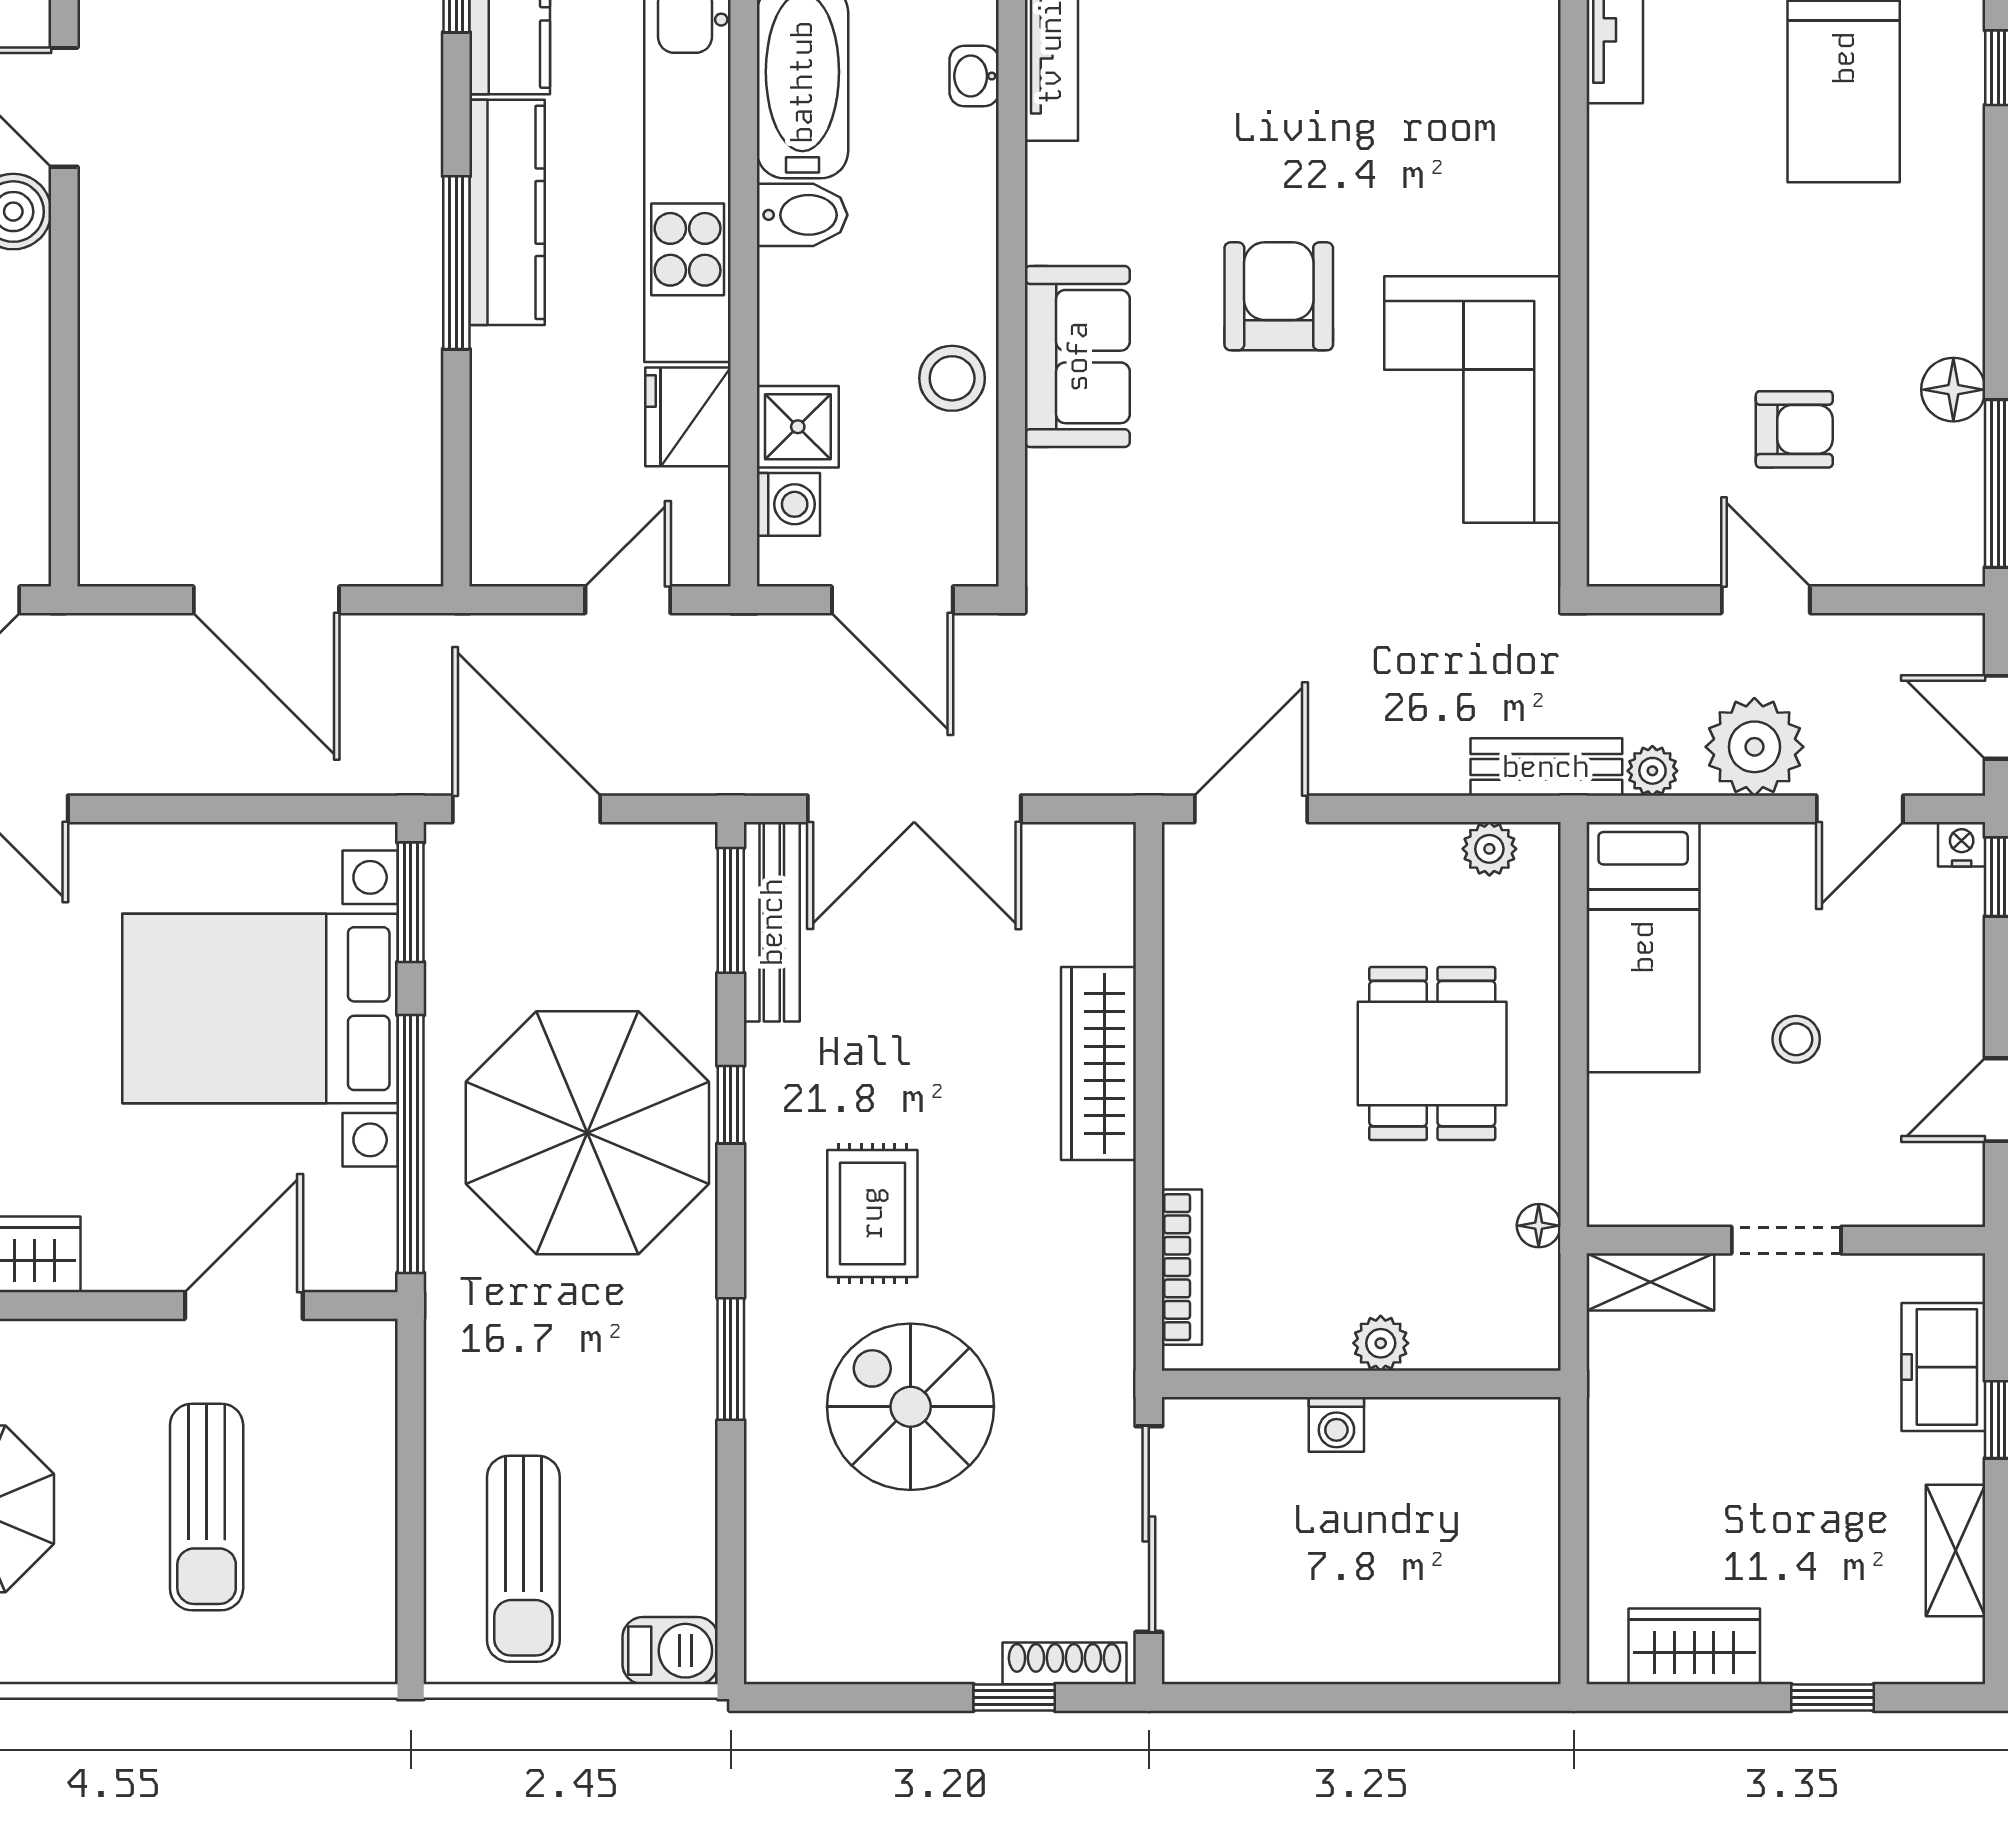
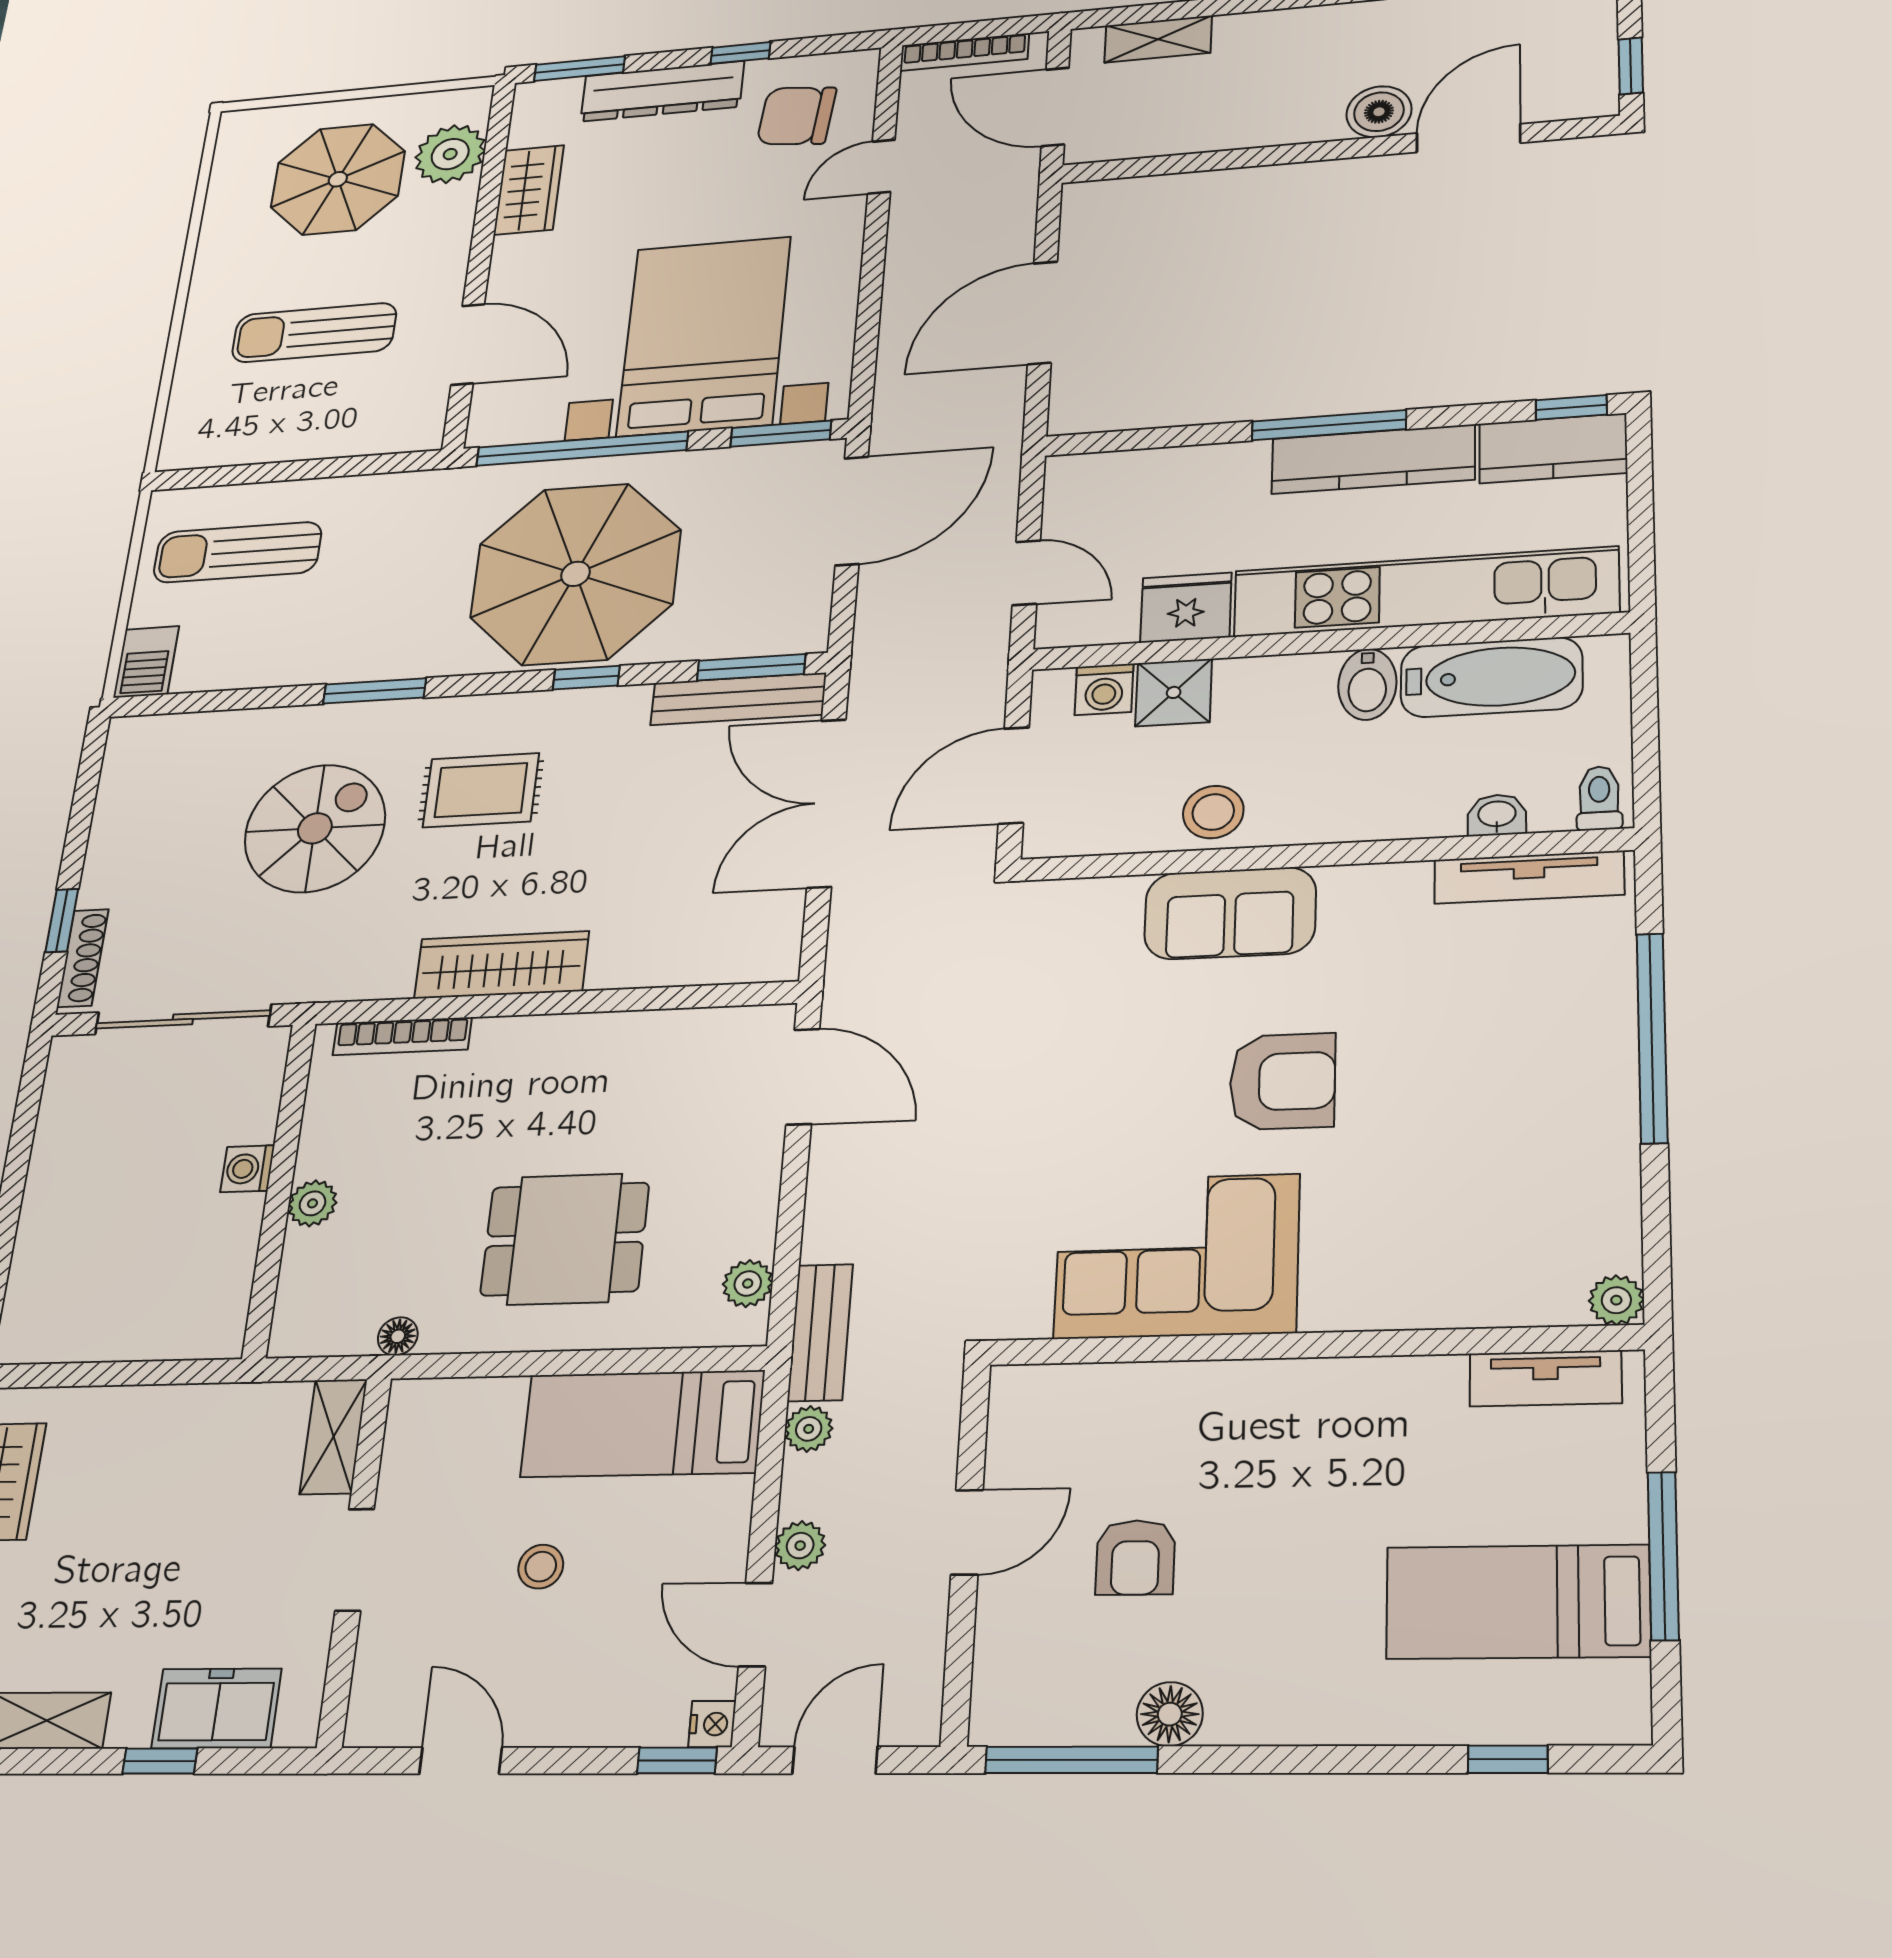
plant: (1754, 747) -> (800, 1546), width x0.53, depth x0.53
wardrobe: (1098, 1064) -> (501, 965), moved

